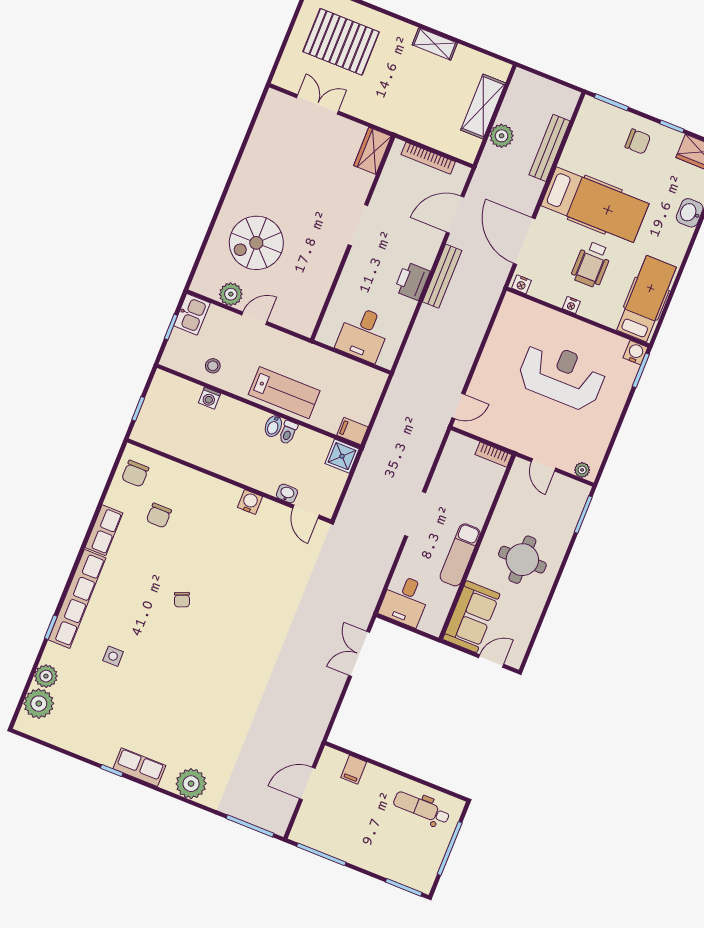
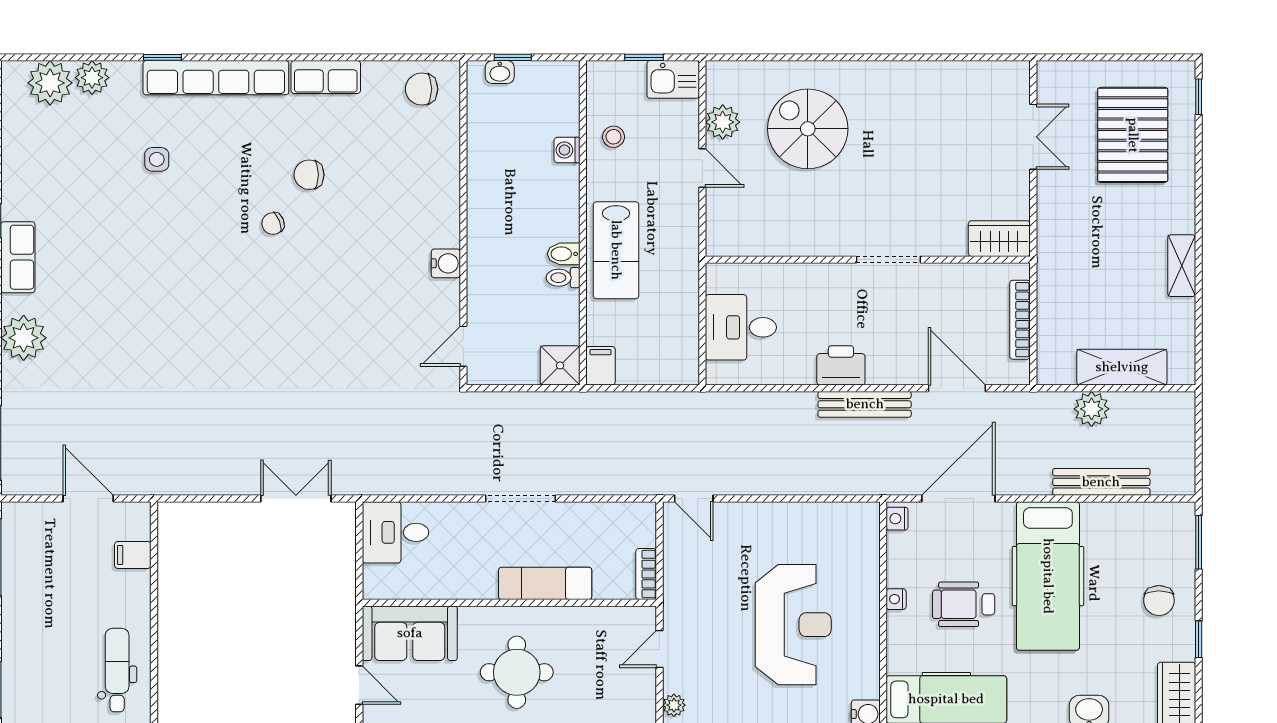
washbasin: (287, 493) -> (500, 72), moved, turned 90
chair: (159, 515) -> (309, 175), moved
exam couch: (460, 555) -> (545, 583), moved

